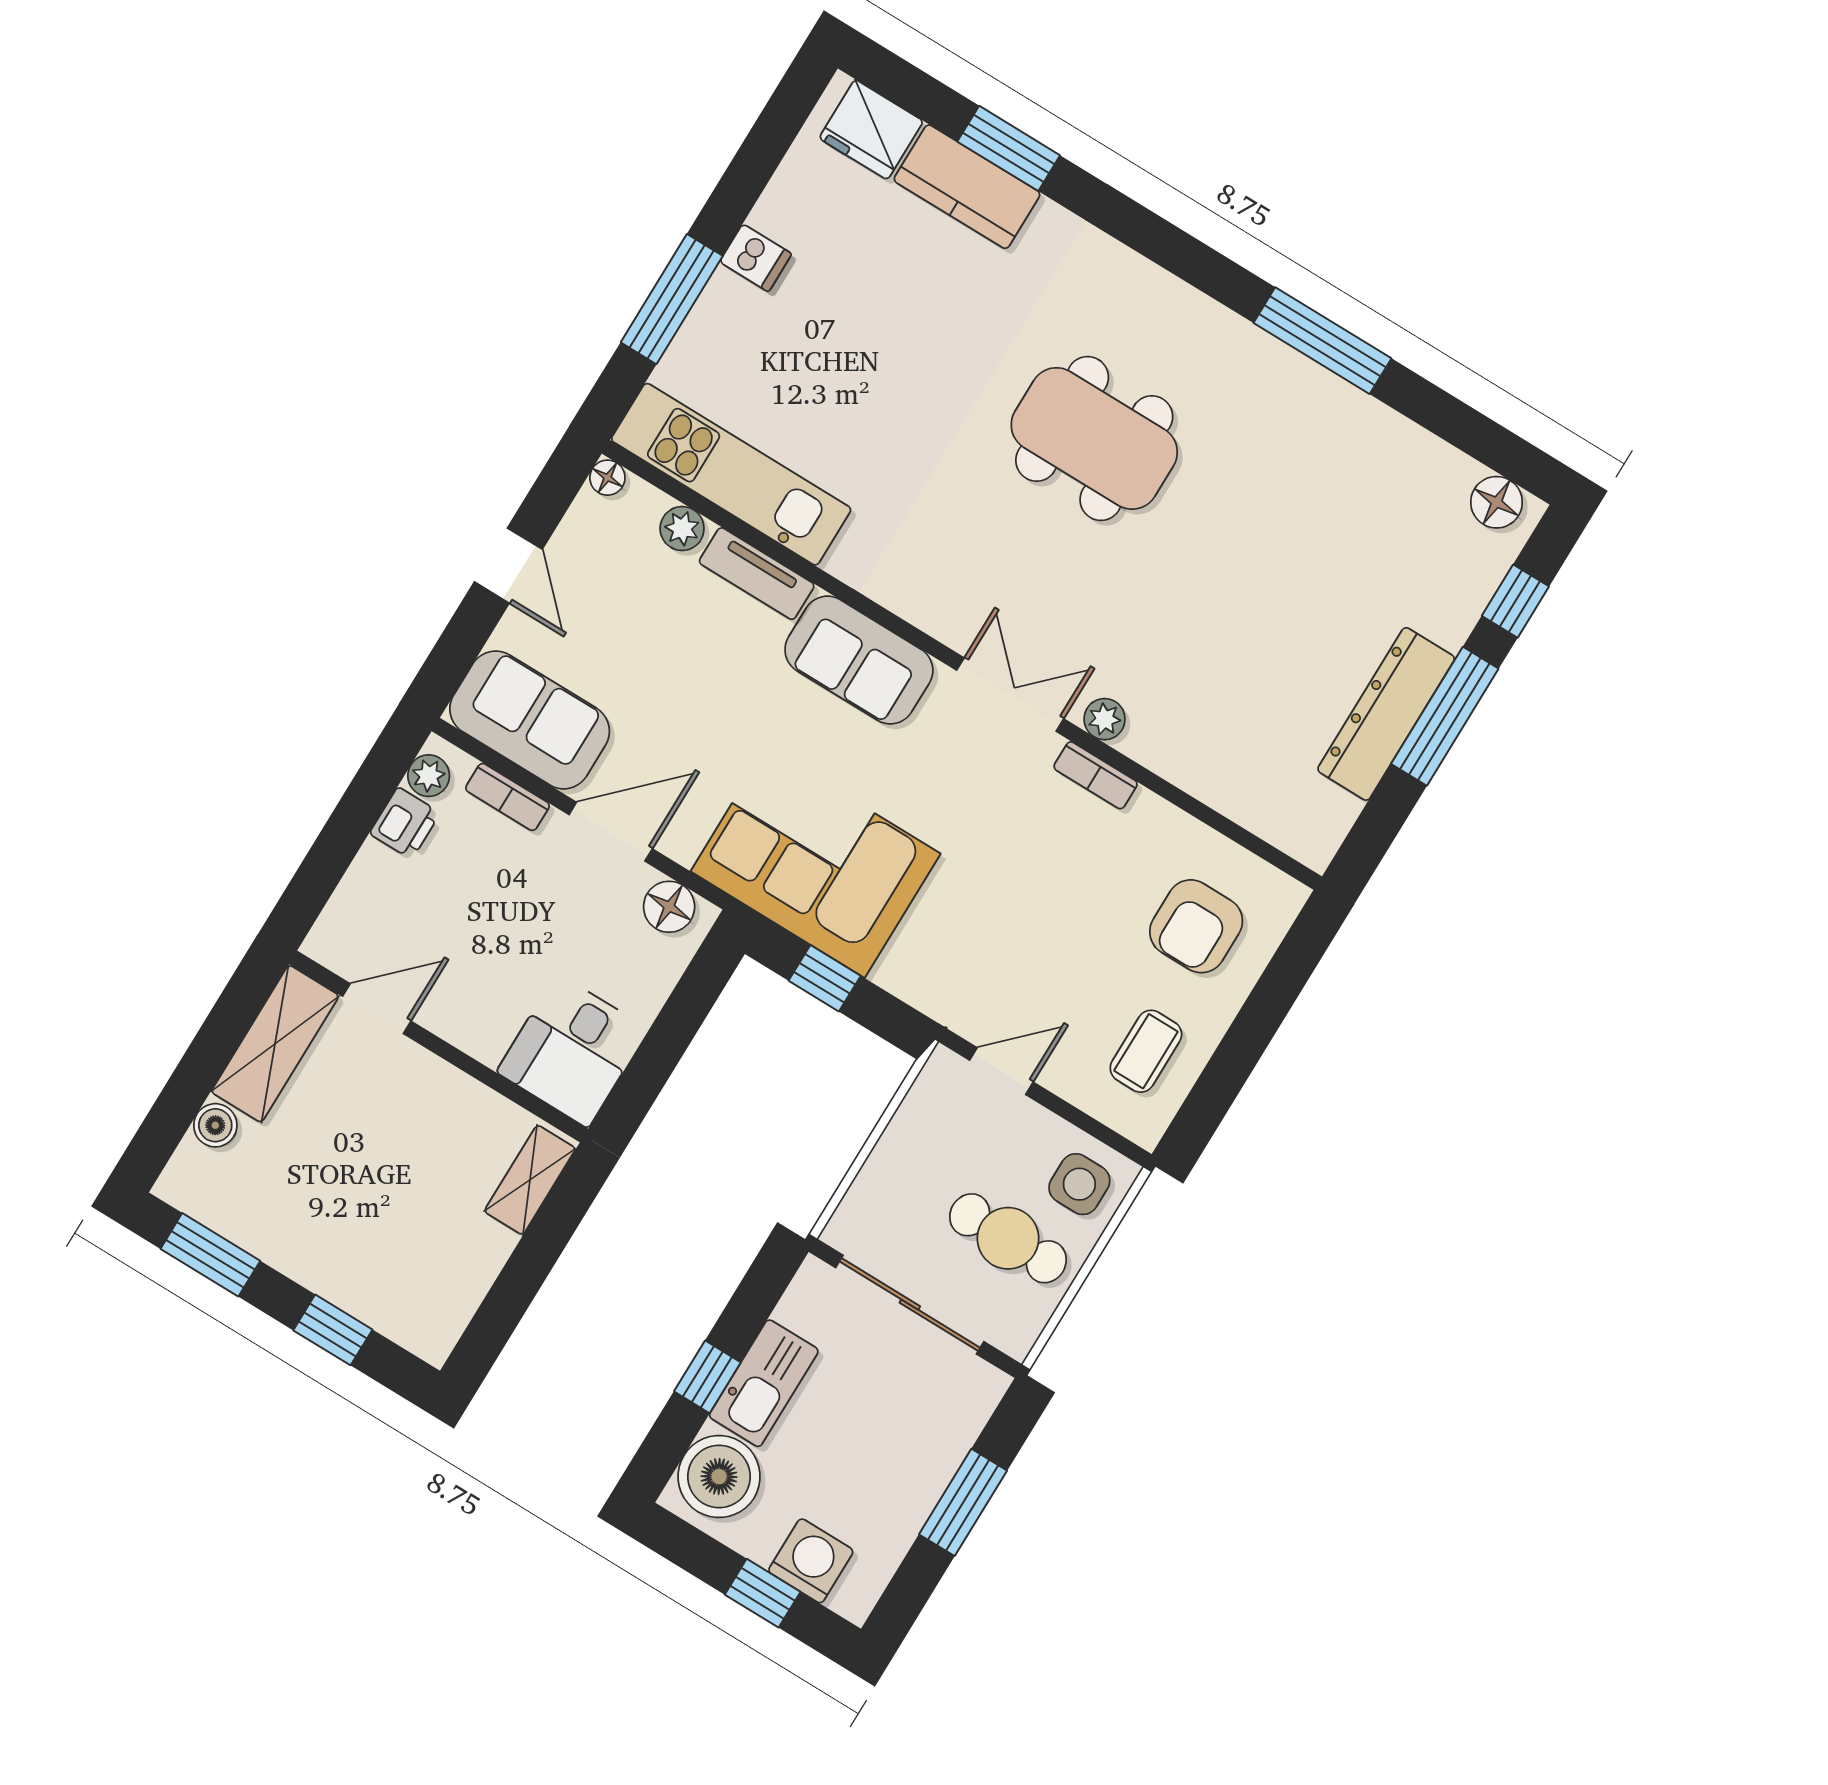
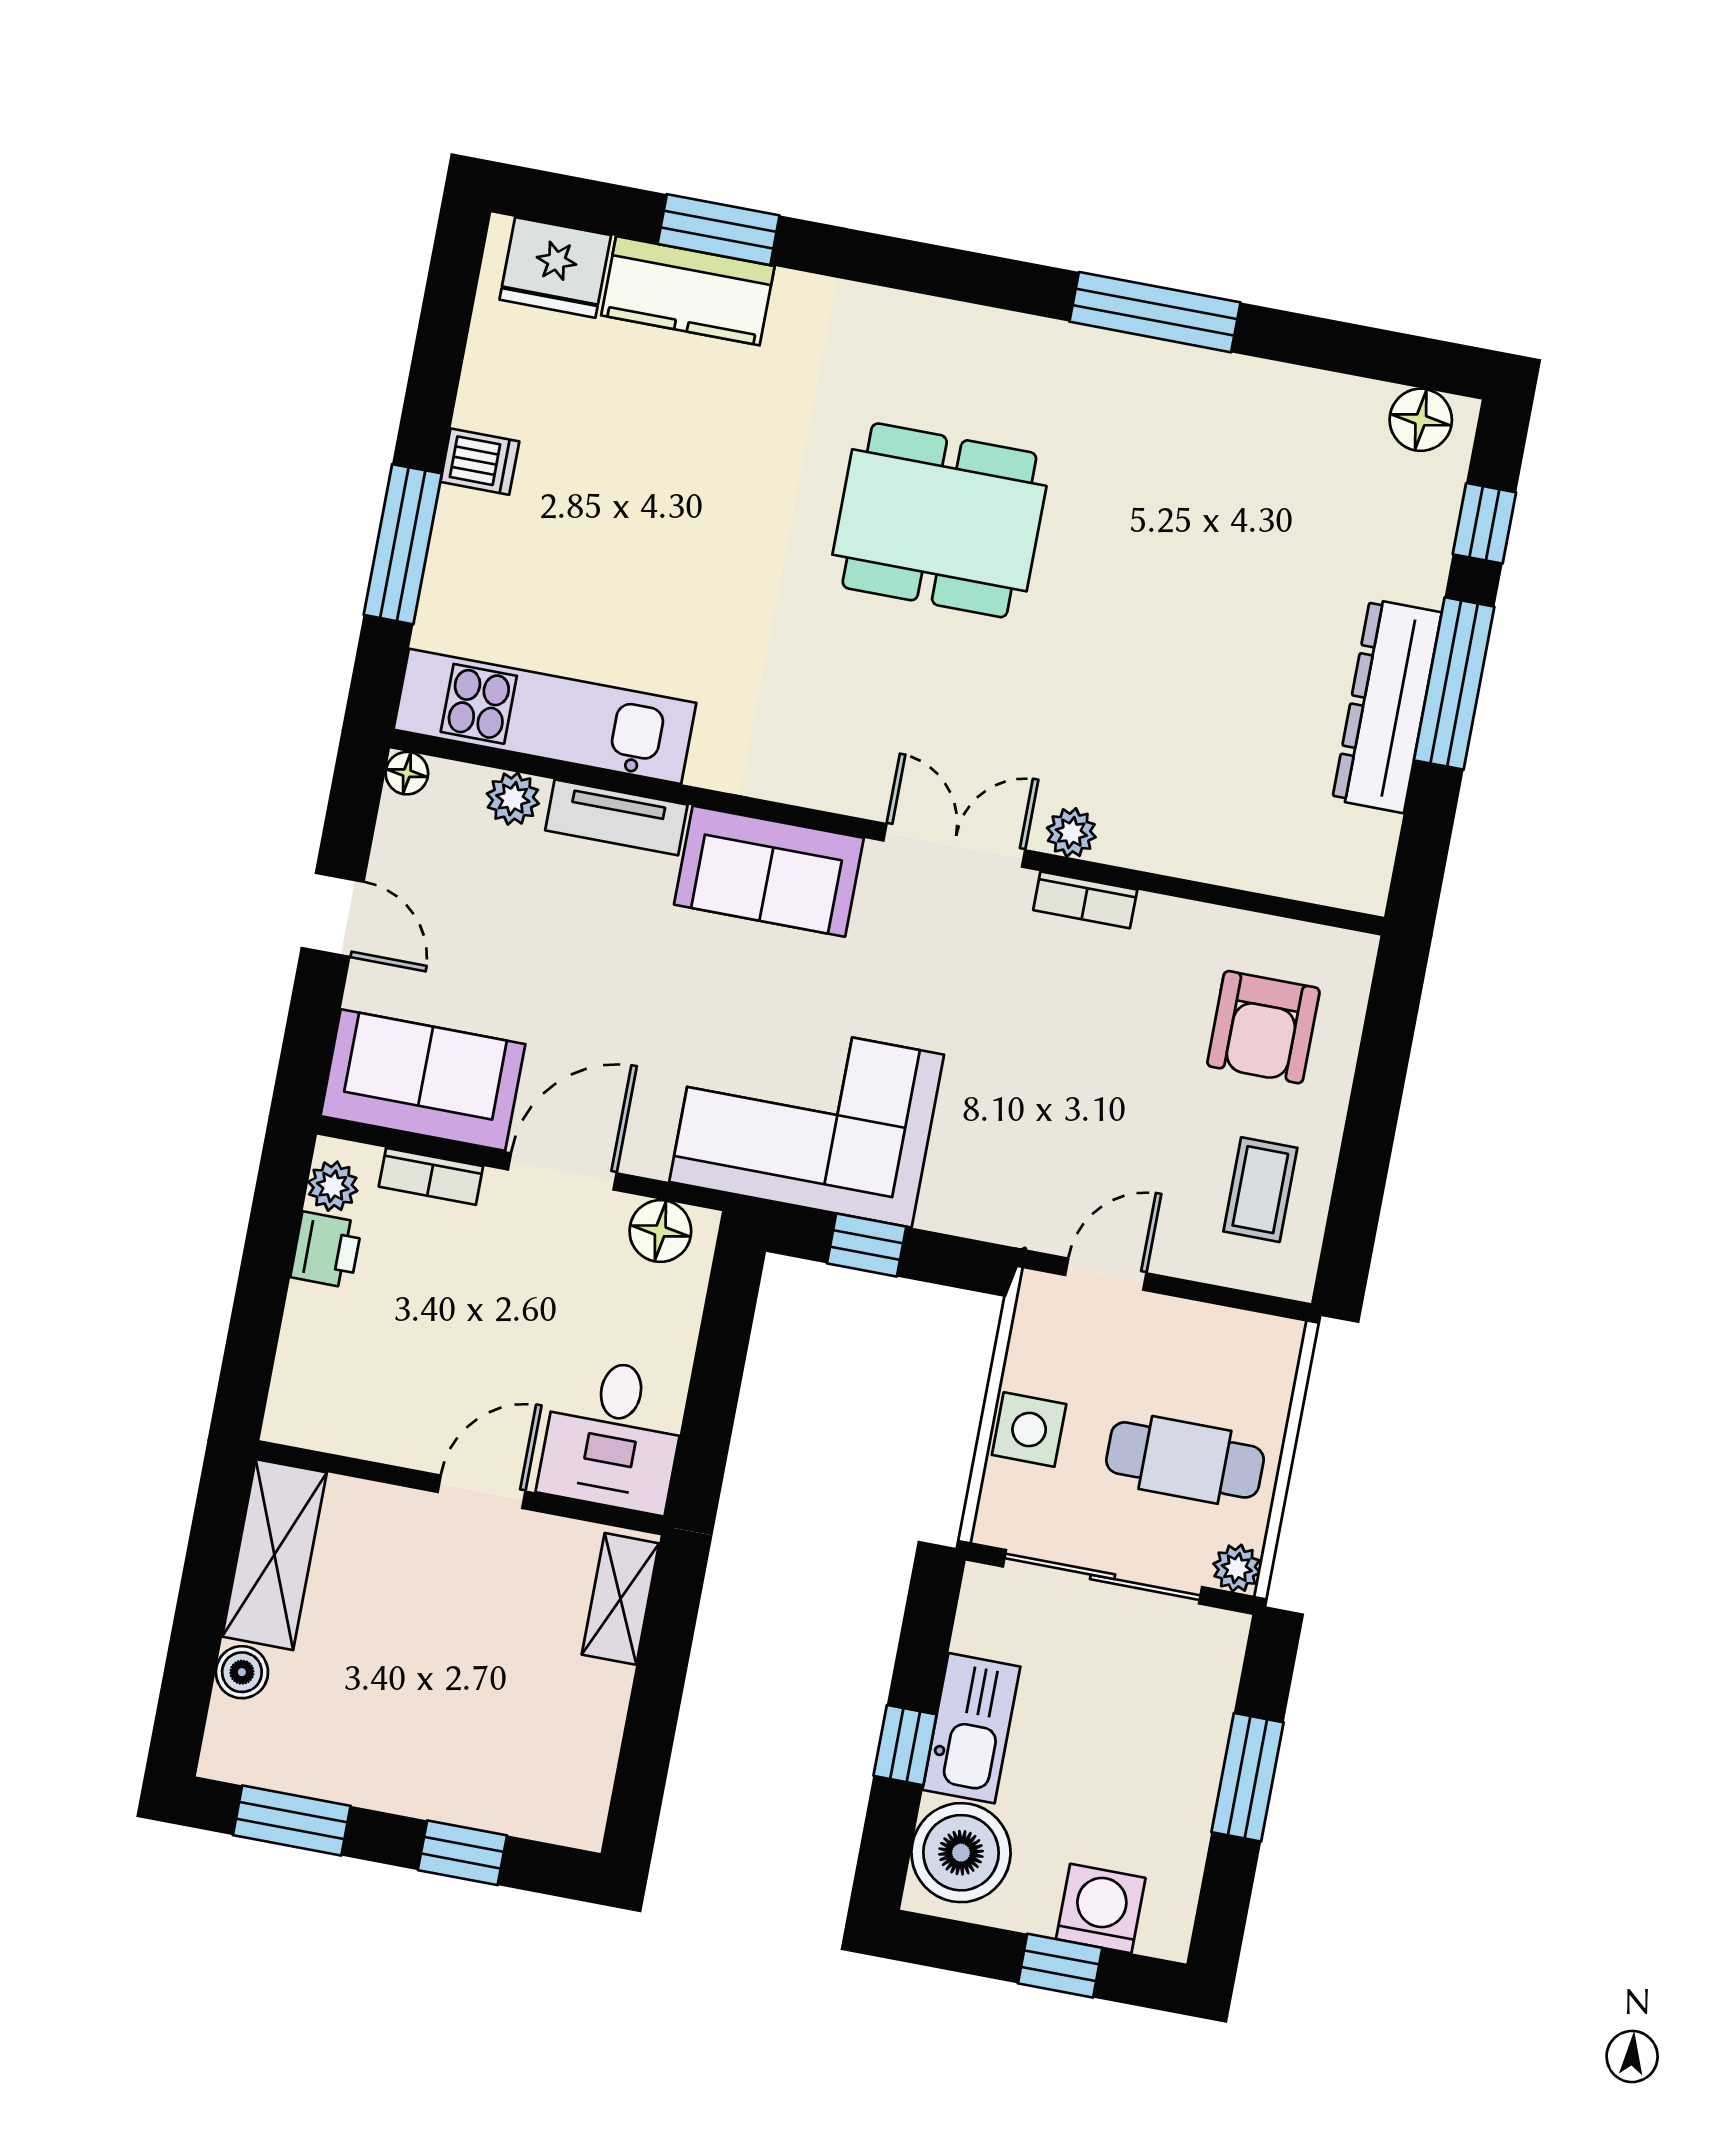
door: (377, 1009) -> (481, 1492), moved
side table: (1079, 1184) -> (1029, 1430), moved
plant: (1016, 1337) -> (1237, 1568), added

